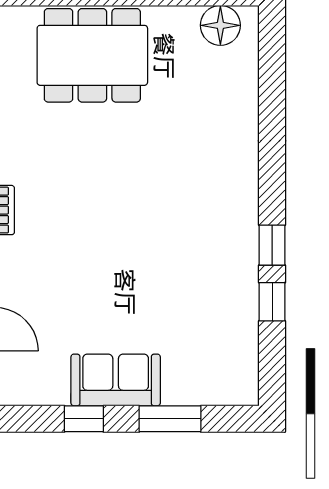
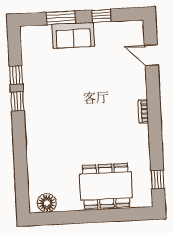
sofa: (116, 380) -> (73, 35), moved

